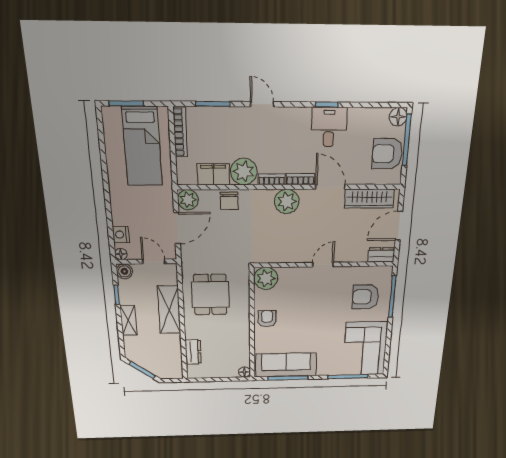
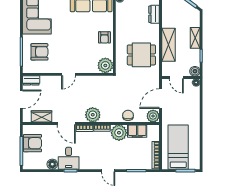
floor lamp: (398, 117) -> (52, 164), moved
wardrobe: (369, 199) -> (41, 116), width x0.67
nightstand: (121, 235) -> (195, 95), removed
dining table: (210, 295) -> (141, 55), turned 90

